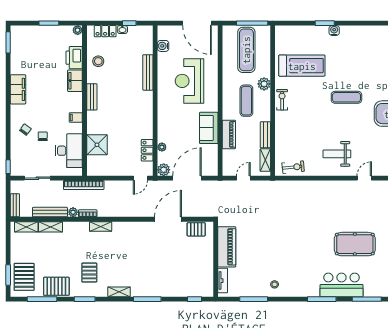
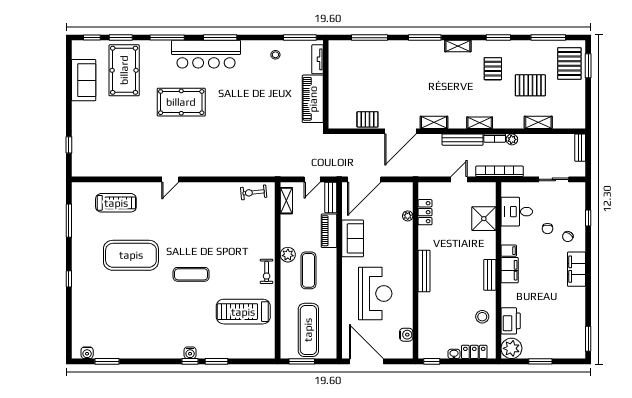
window: (129, 23) -> (432, 361), moved
window: (252, 23) -> (302, 361), width x0.69
window: (347, 23) -> (190, 361), added
plant: (78, 30) -> (511, 348), width x1.88, depth x1.88
water cooler: (334, 30) -> (190, 353), moved
bench: (148, 72) -> (424, 271), moved
filing cabinet: (75, 81) -> (510, 270), moved
plant: (264, 84) -> (288, 255), moved
filing cabinet: (18, 89) -> (576, 269), moved
bench: (265, 135) -> (331, 197), moved
desk: (69, 151) -> (517, 212), width x0.73
weight bench: (337, 154) -> (202, 208), removed
window: (8, 167) -> (588, 218), moved
plant: (164, 170) -> (406, 189), removed
door: (140, 178) -> (459, 179), moved
door: (187, 178) -> (364, 179), moved
bench: (50, 212) -> (463, 140), moved
shelving: (26, 227) -> (434, 122), moved
piano: (227, 247) -> (313, 99), moved
wall: (216, 259) -> (326, 84), moved
tv unit: (223, 281) -> (318, 59), moved
bar counter: (341, 285) -> (206, 54), width x1.36
pallet: (56, 286) -> (530, 85), moved
window: (194, 299) -> (369, 38), width x2.17

